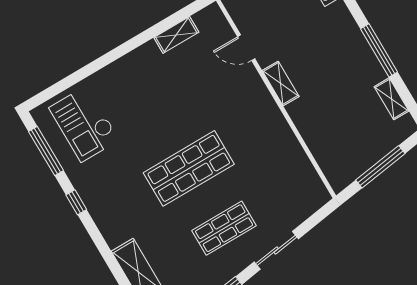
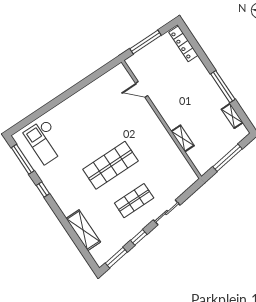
shelving: (176, 35) -> (98, 84), removed
shelving: (281, 84) -> (183, 138), moved

